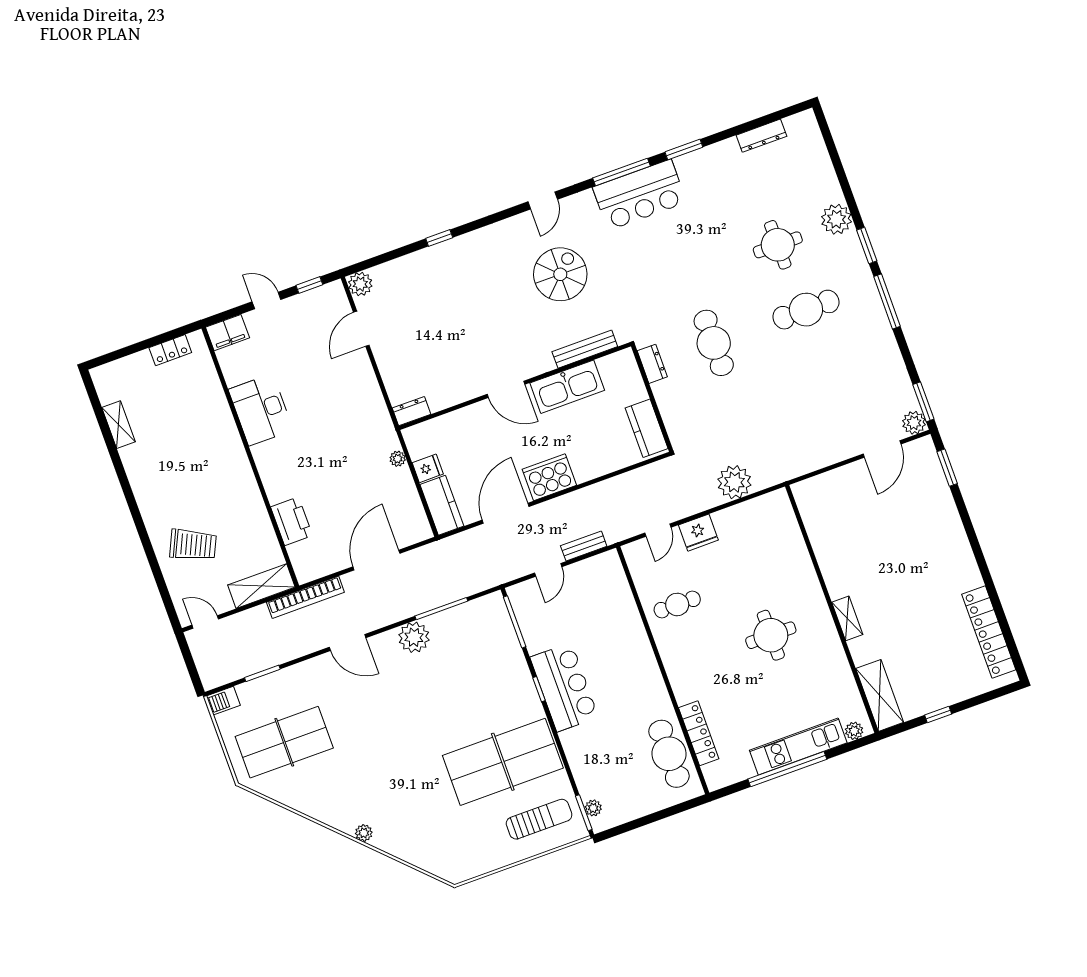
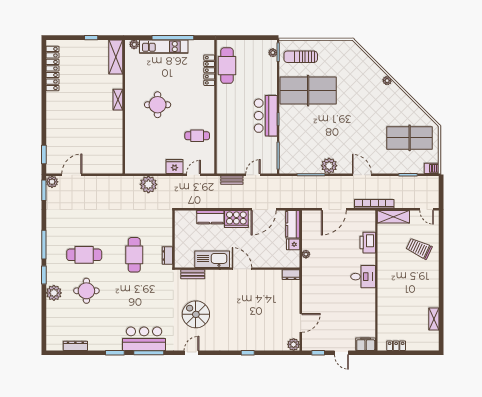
spiral stairs: (560, 274) -> (196, 314), turned 90
bench: (585, 349) -> (193, 274), width x0.73
desk: (261, 410) -> (363, 277), moved, width x0.73
kitchen counter: (647, 428) -> (210, 217), moved, turned 90

